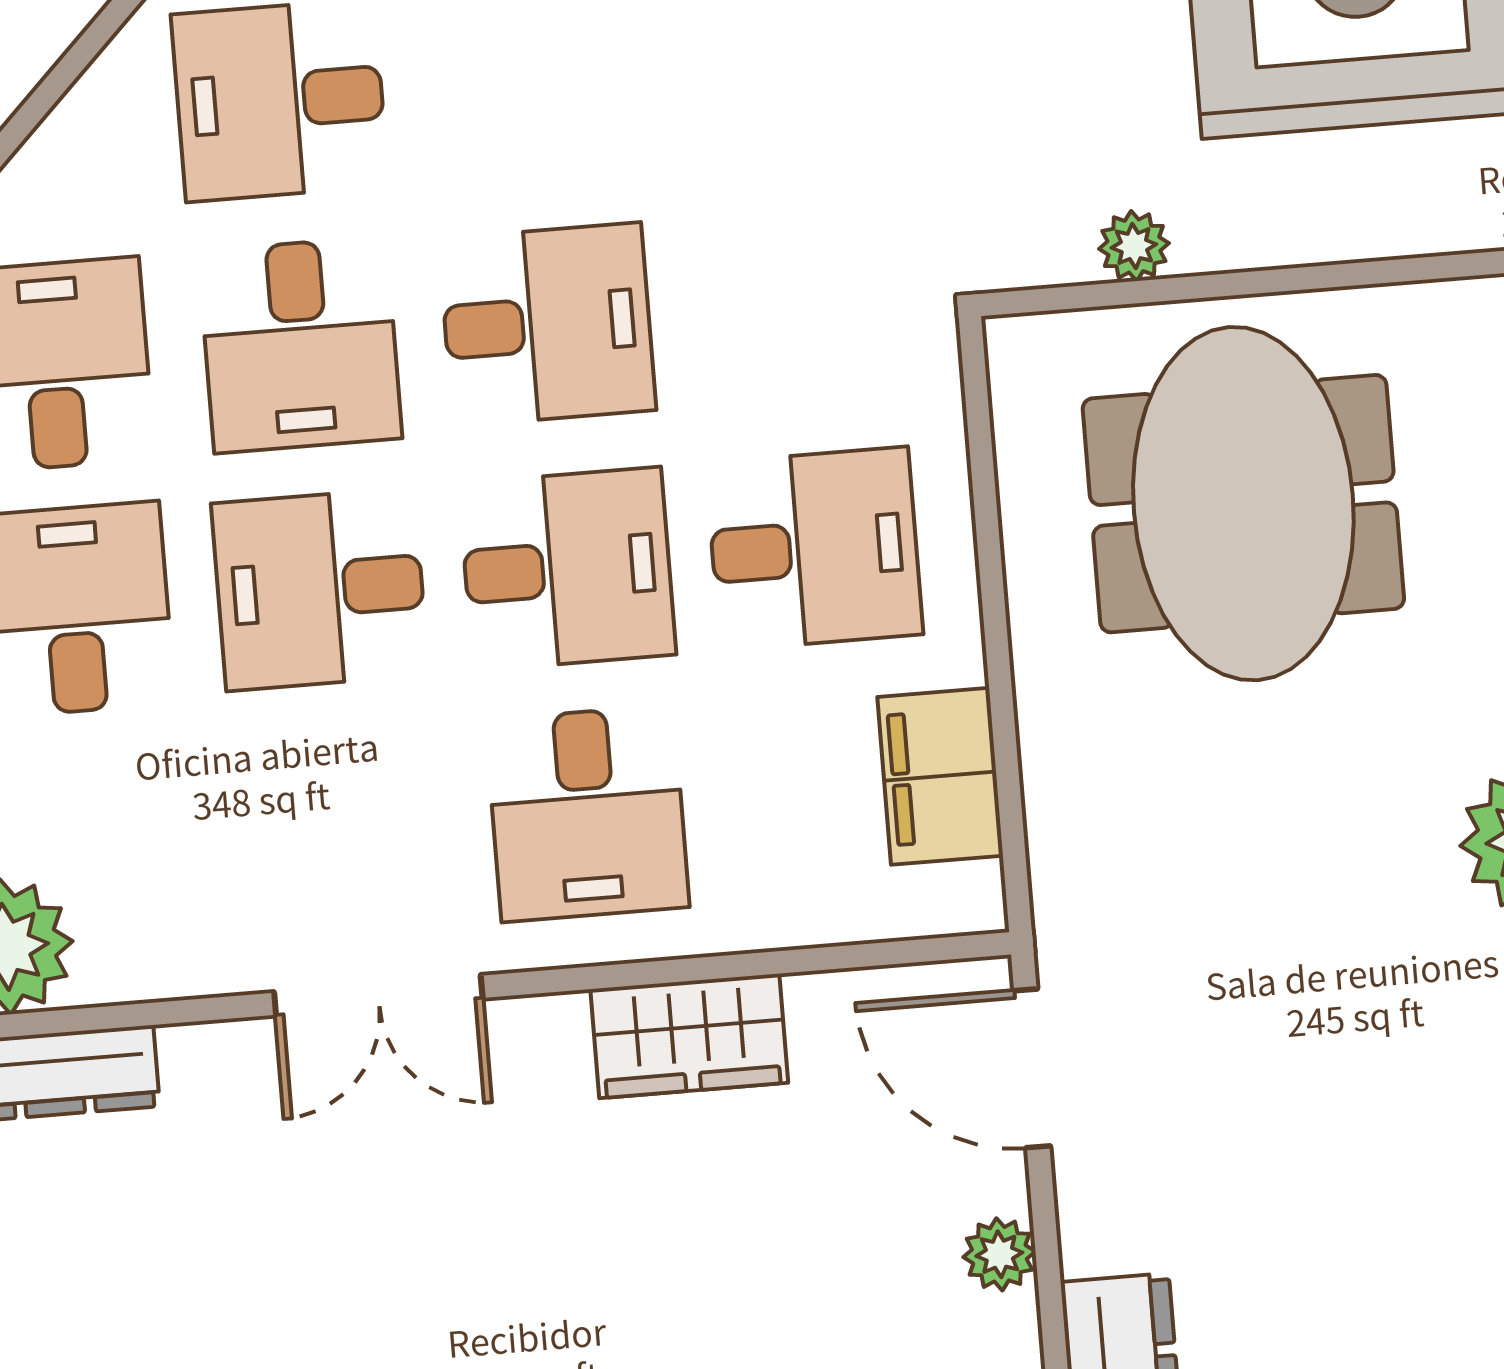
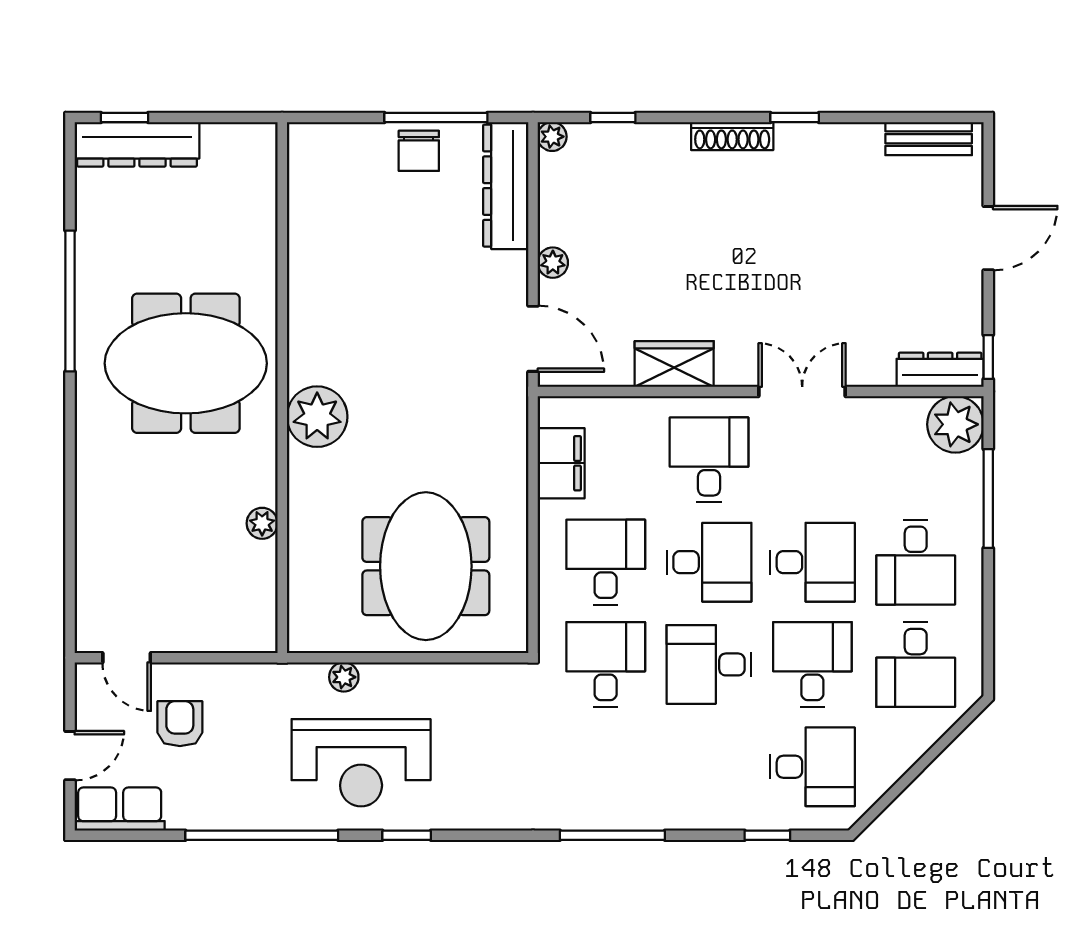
plant: (1134, 246) -> (344, 677), moved
desk: (794, 304) -> (606, 664), added
desk: (814, 549) -> (606, 562), turned 90
desk: (567, 569) -> (709, 562), turned 180

